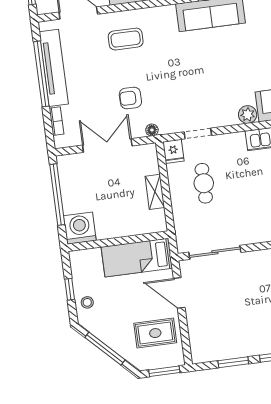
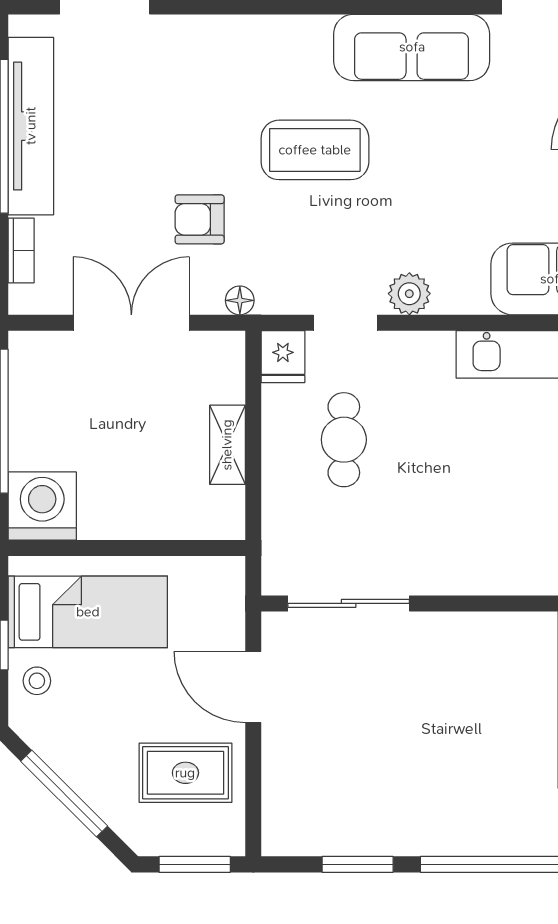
coffee table: (126, 39) -> (315, 150), moved, width x1.36, depth x1.32
plant: (248, 115) -> (409, 294), moved
bed: (137, 258) -> (88, 612), moved, turned 180

